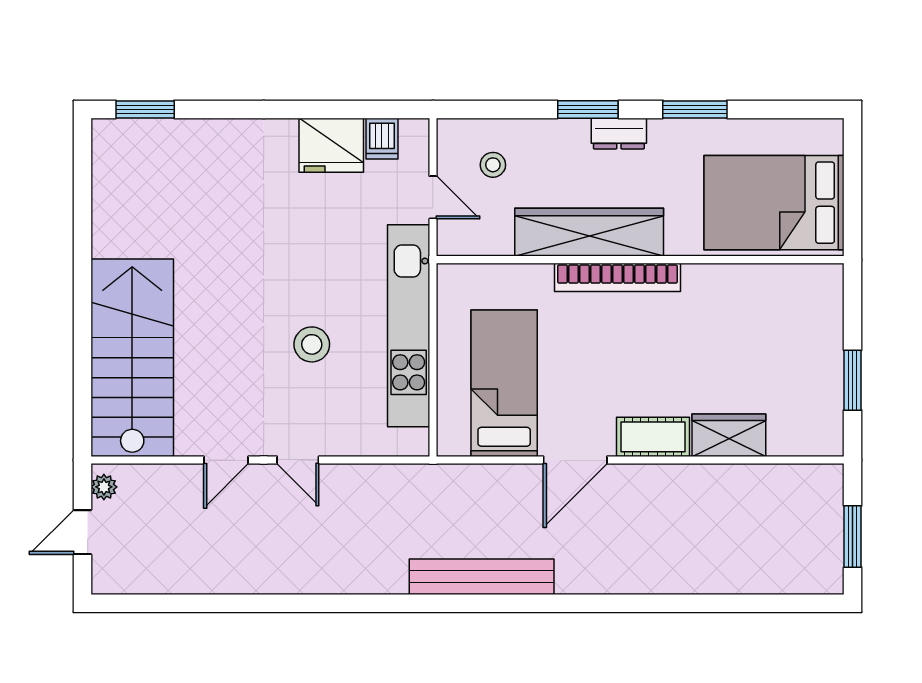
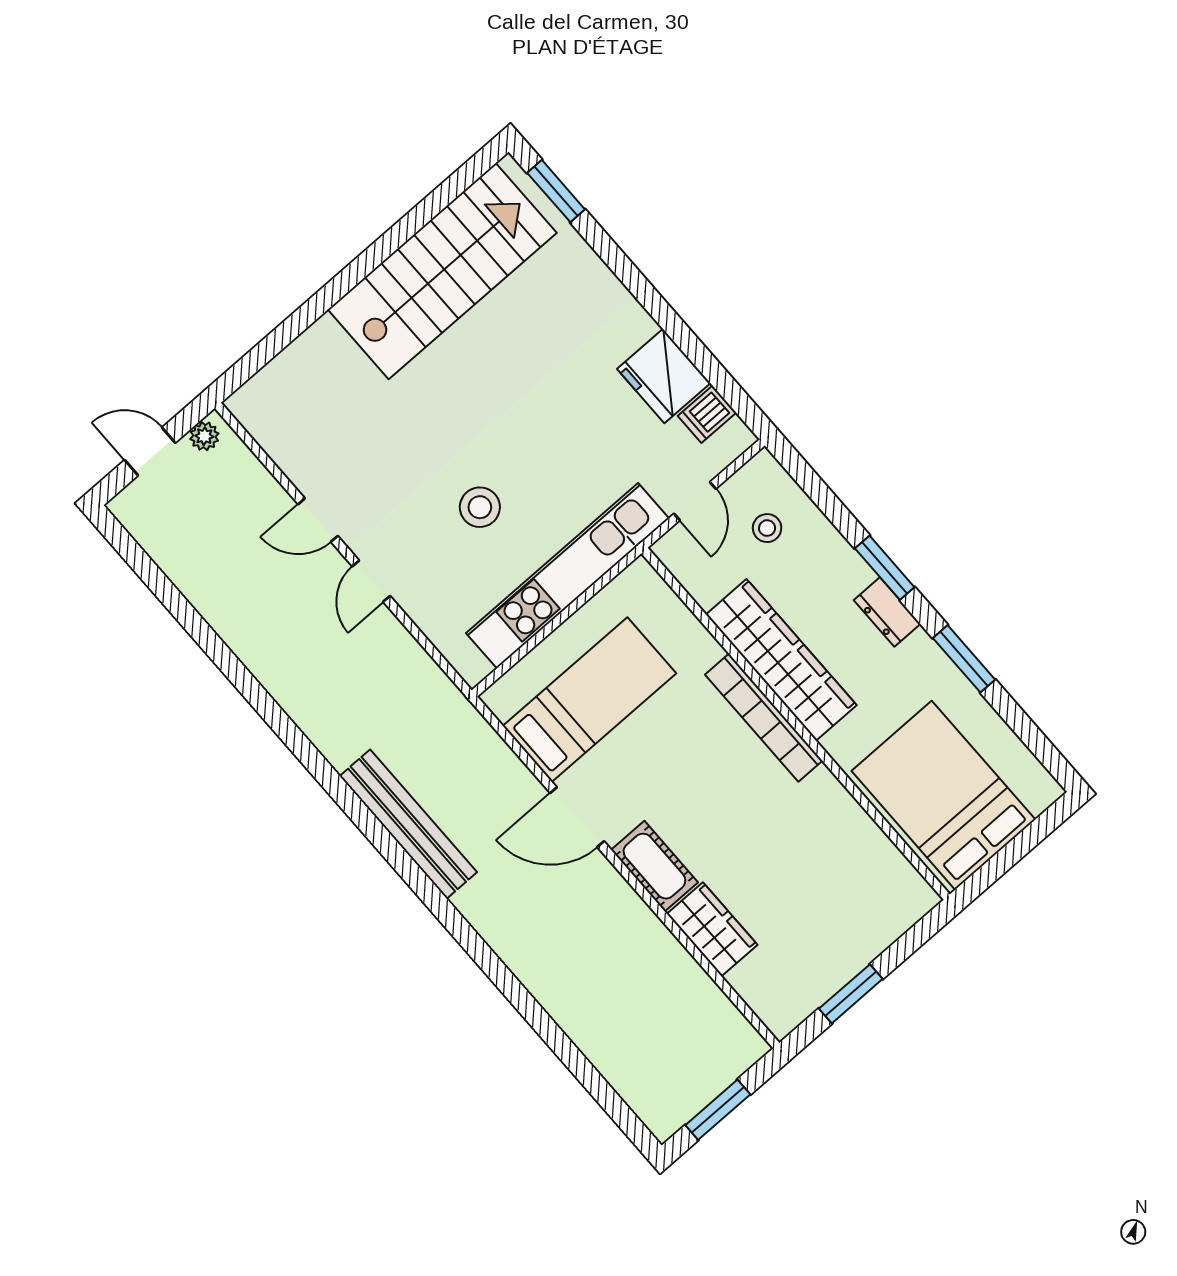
stairs: (132, 358) -> (442, 271), moved

